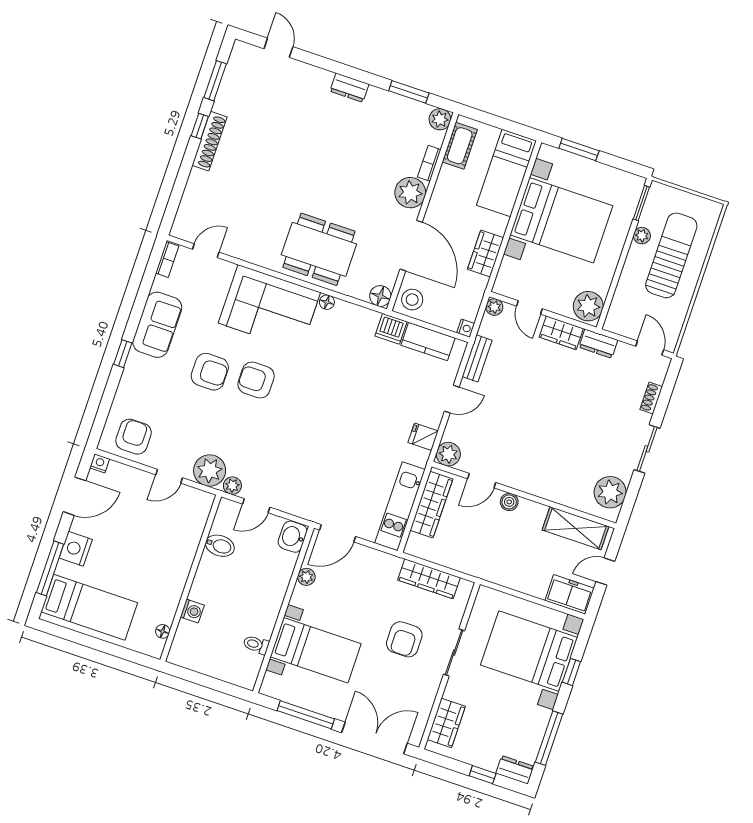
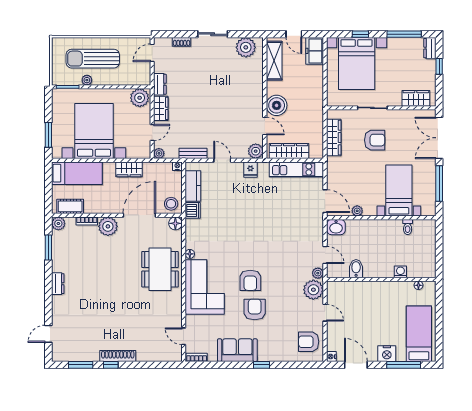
boiler: (509, 502) -> (277, 105), width x1.86, depth x1.86

